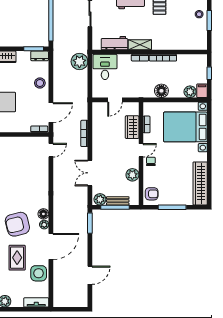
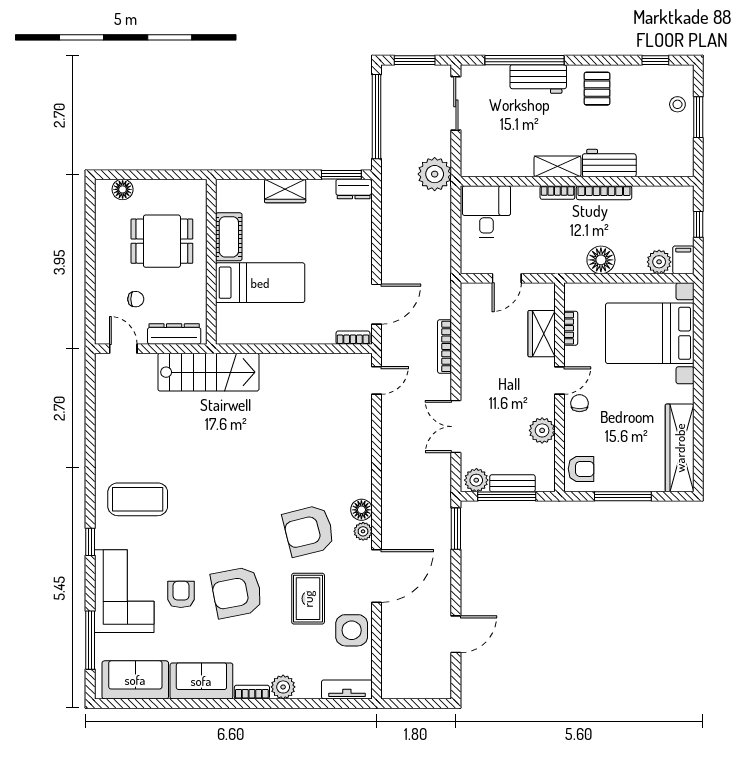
workbench: (114, 43) -> (609, 163), moved
plant: (79, 62) -> (435, 174), moved
stool: (40, 83) -> (354, 244), removed

